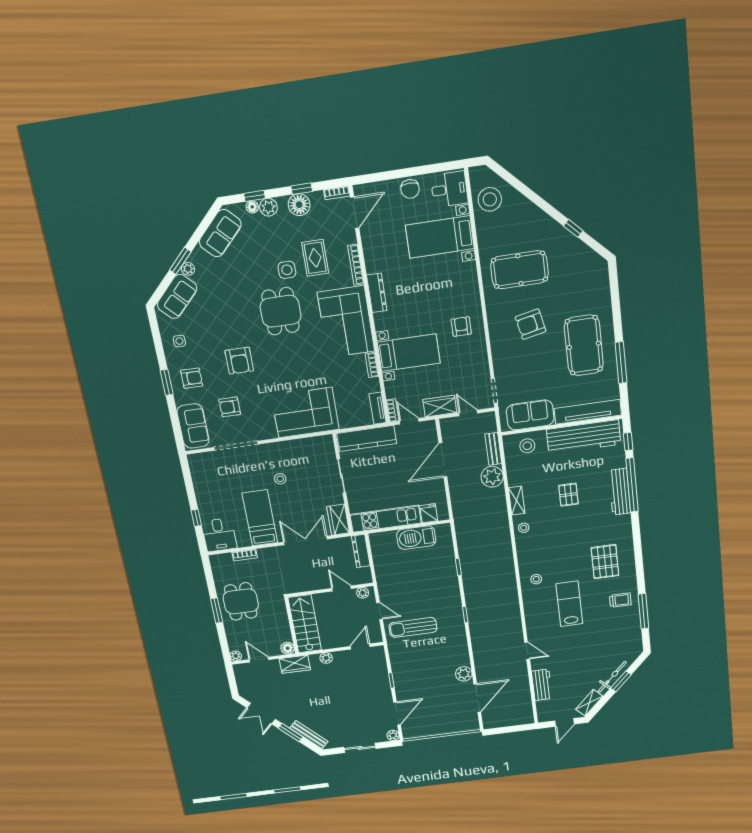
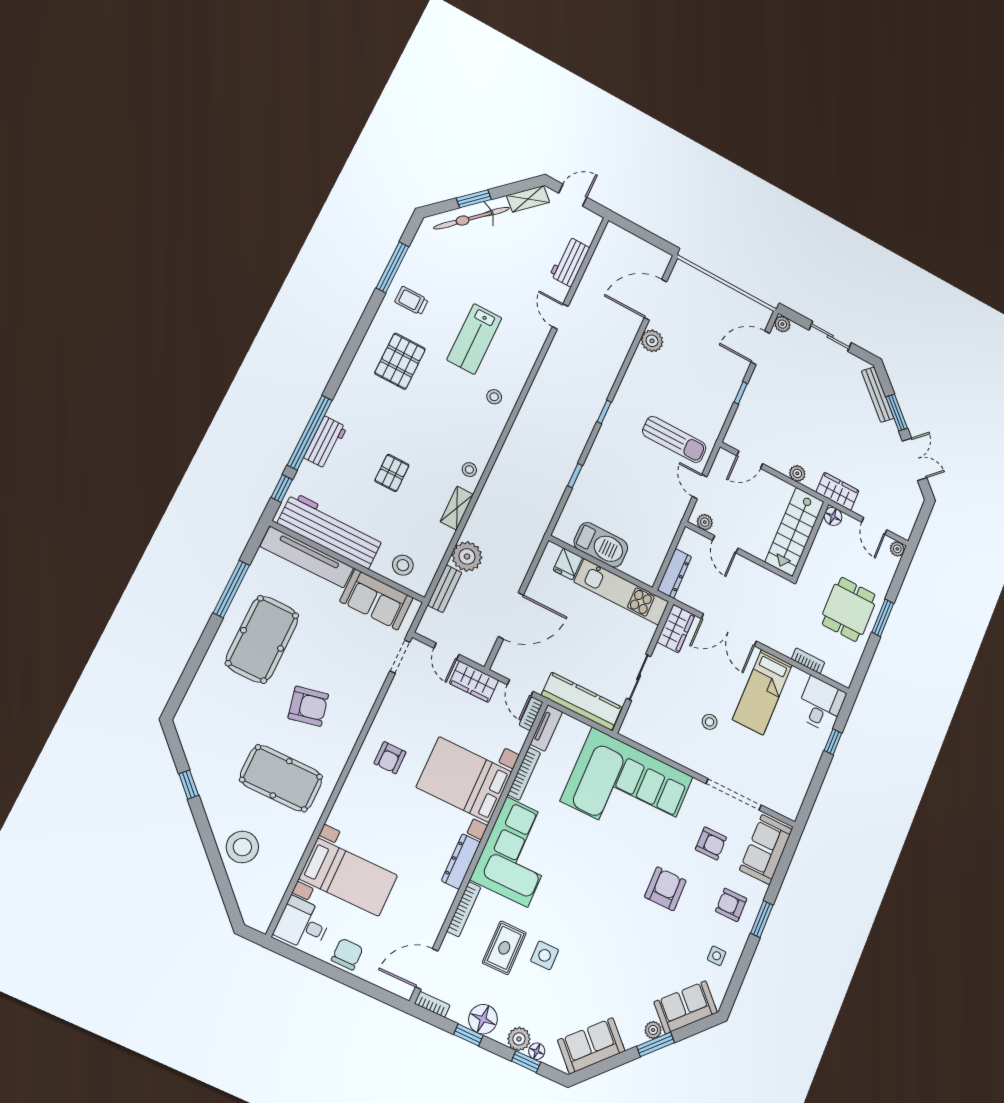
stool: (490, 199) -> (242, 847), moved
dining table: (281, 311) -> (583, 913), removed
bed with nightstands: (409, 353) -> (464, 780), width x1.36
bookcase: (372, 365) -> (524, 774), width x1.56
corner sofa: (305, 413) -> (627, 789), width x1.36, depth x1.36
workbench: (620, 492) -> (325, 442), width x0.73
bicycle: (612, 677) -> (472, 218), width x1.37, depth x1.40

